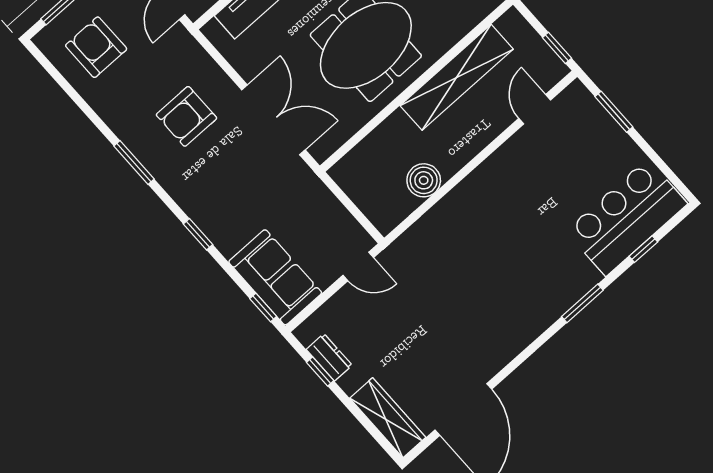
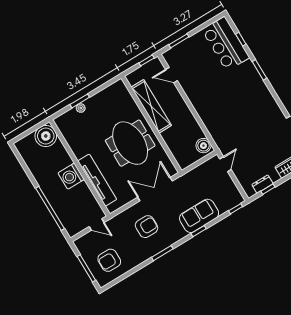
armchair: (186, 116) -> (147, 227), turned -90
boiler: (424, 180) -> (203, 146), moved
sofa: (275, 277) -> (199, 216), moved

